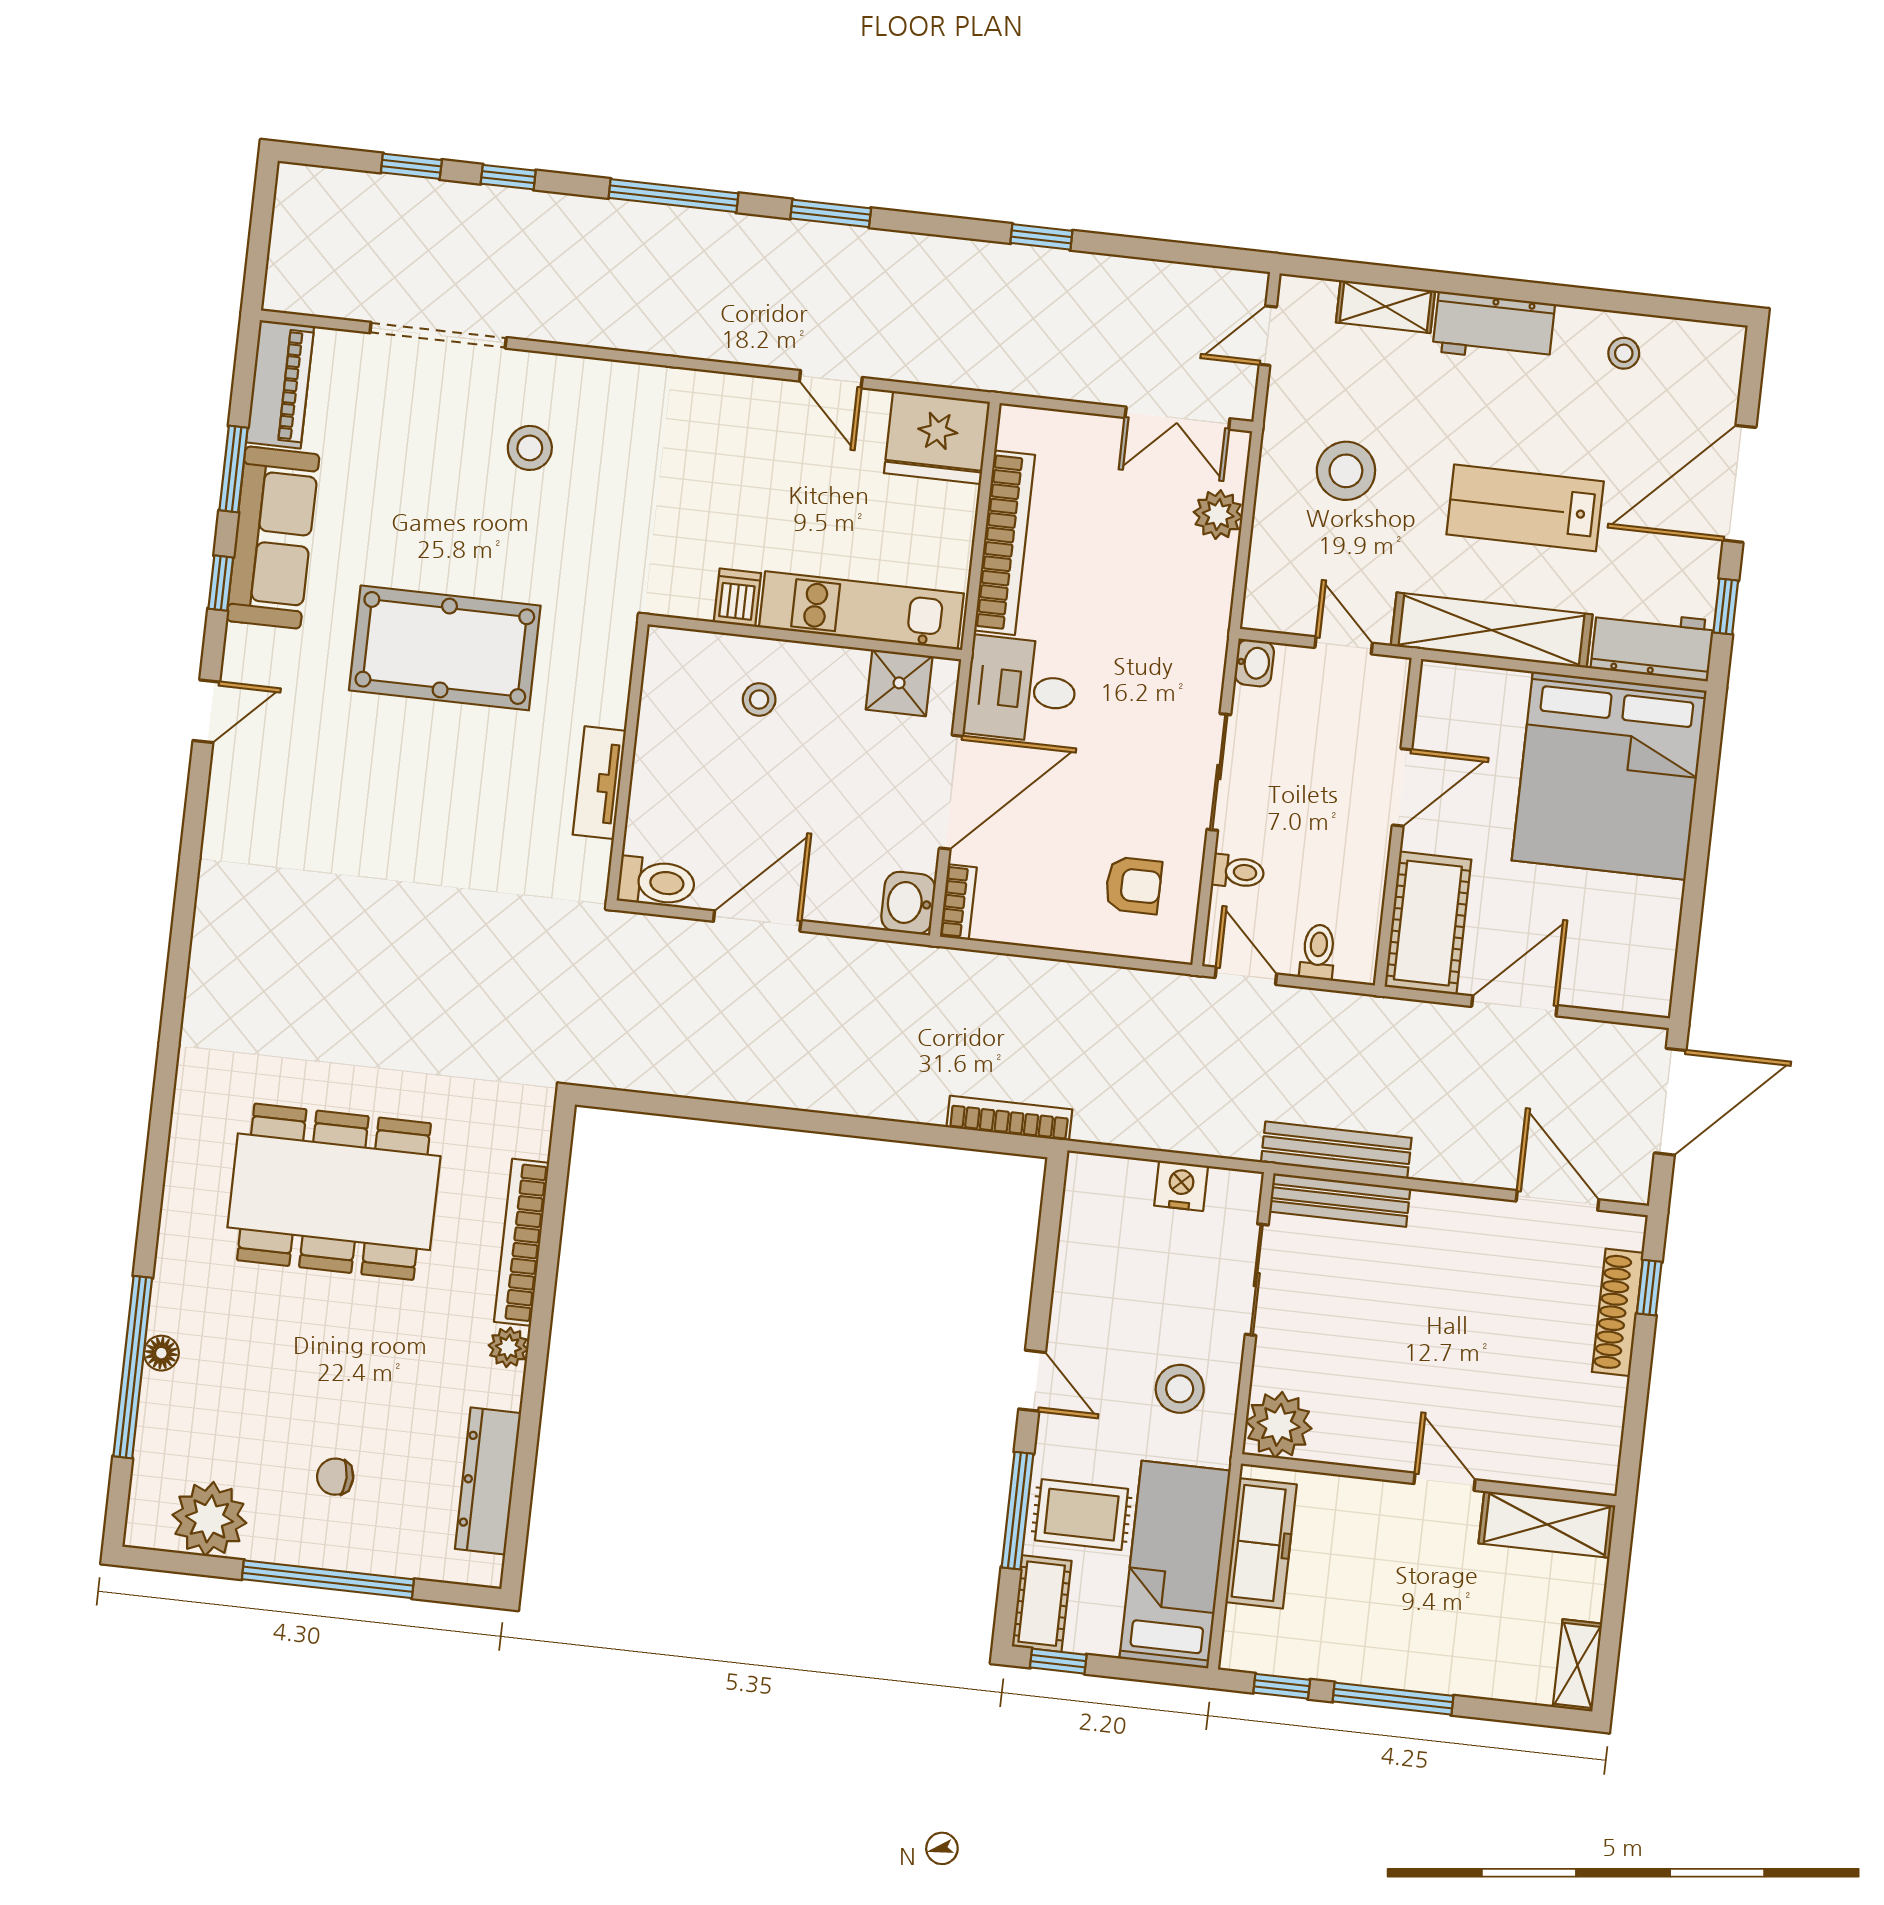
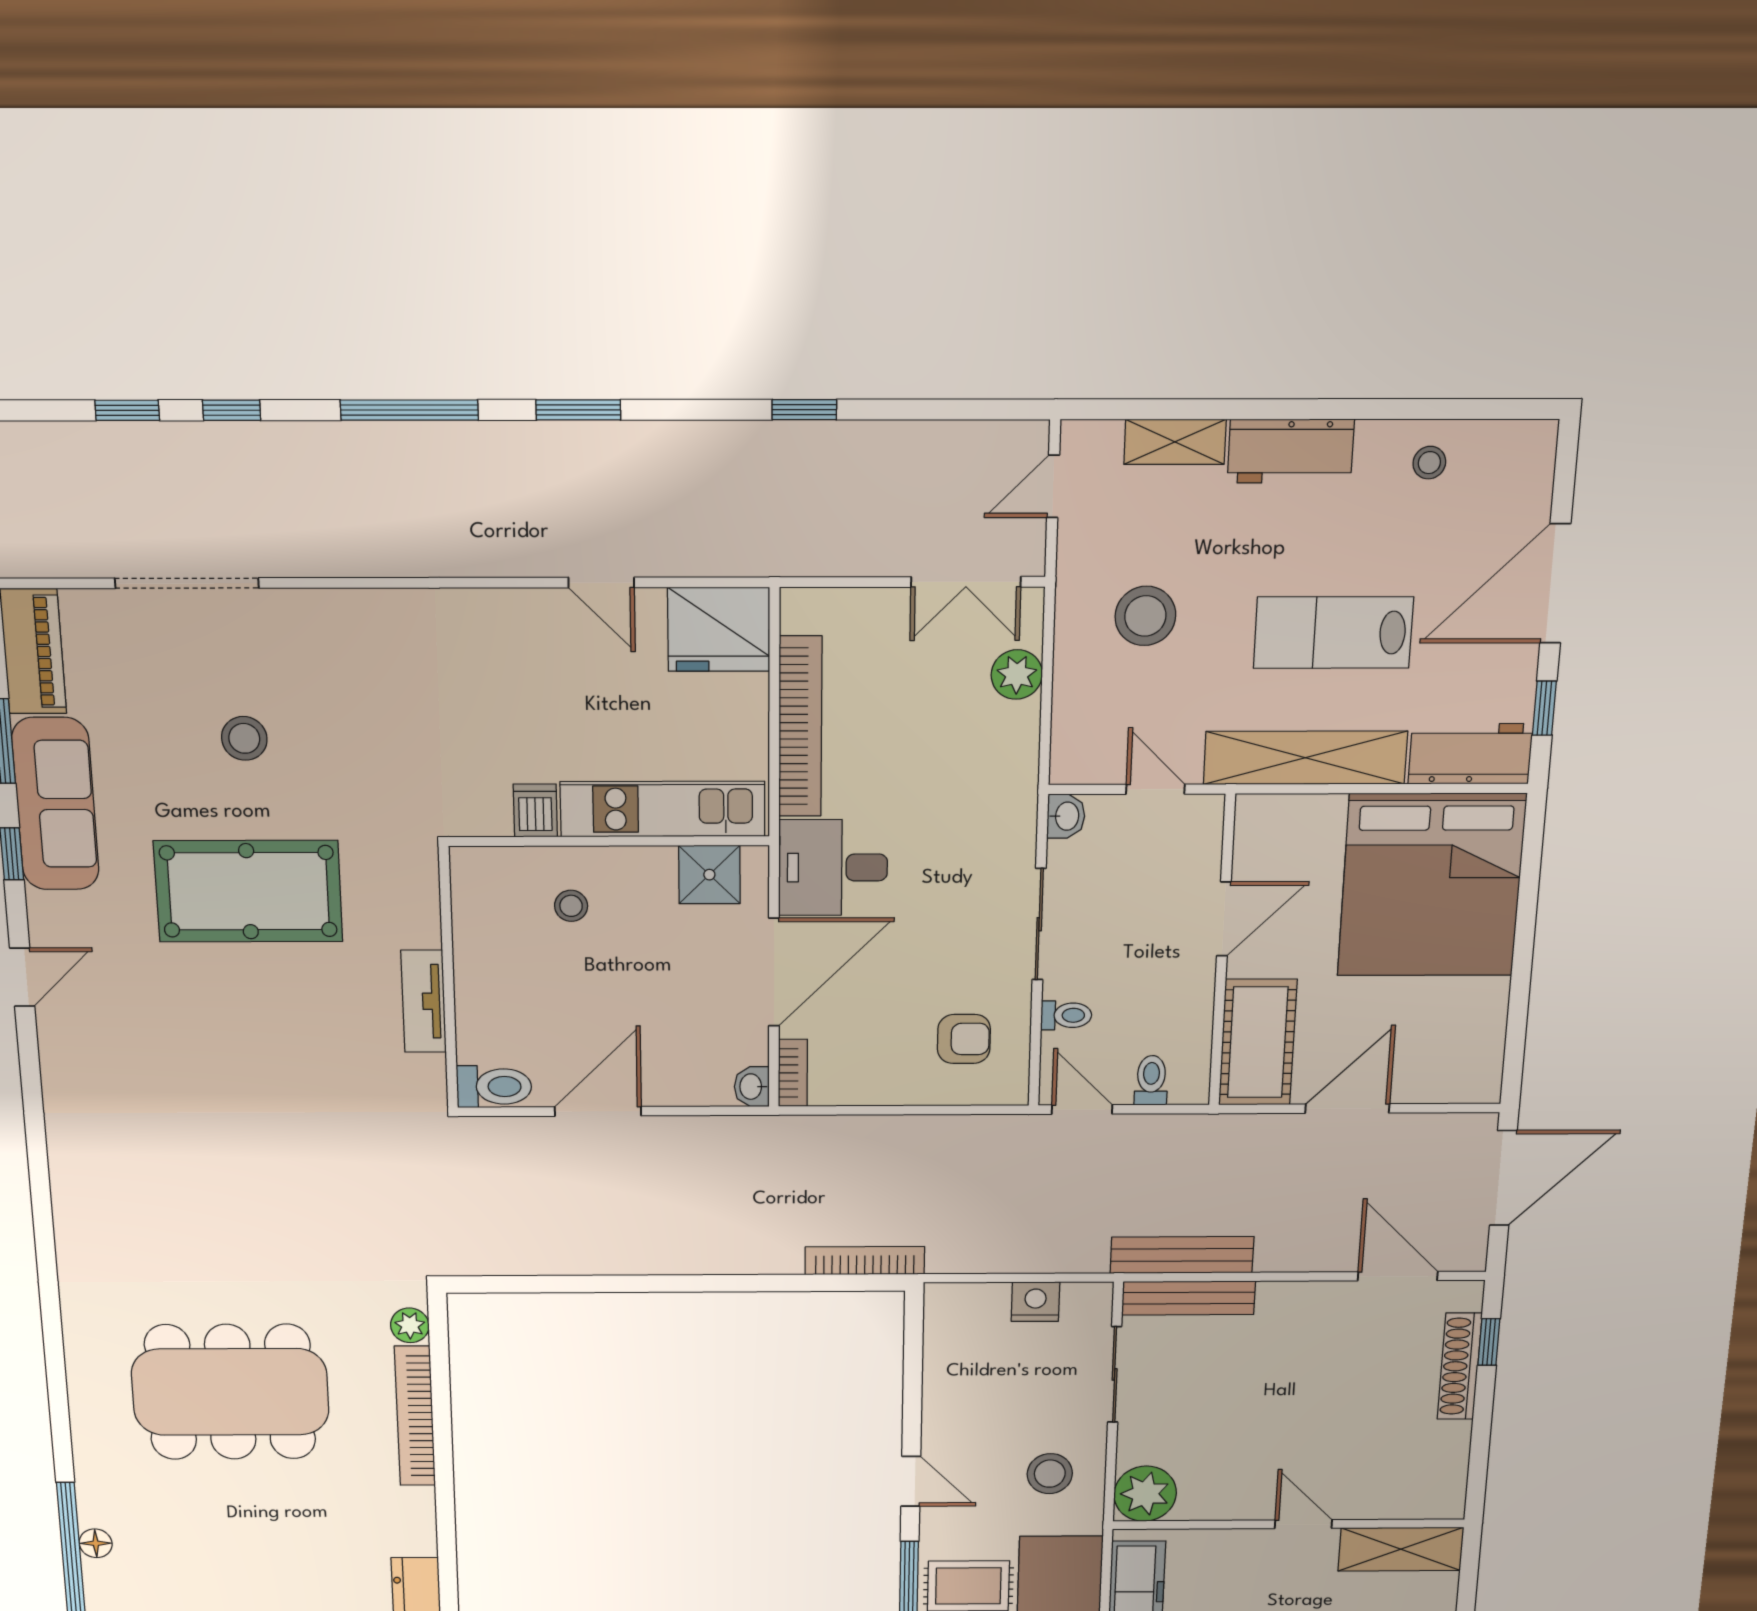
stool: (530, 448) -> (244, 738), moved
washbasin: (908, 903) -> (752, 1087), width x0.72, depth x0.69
plant: (508, 1347) -> (410, 1325), moved

